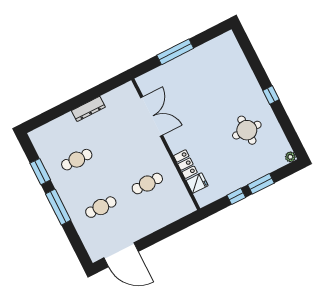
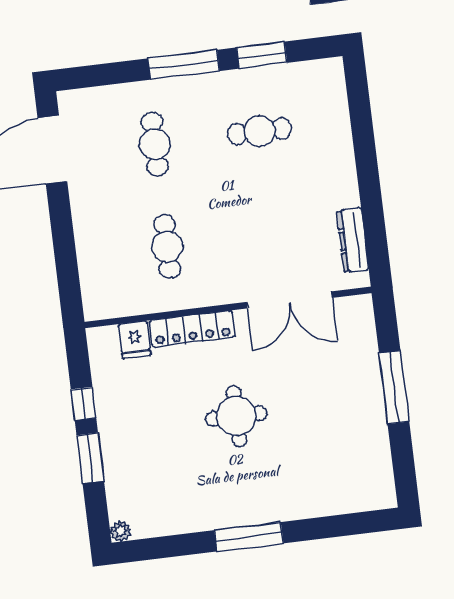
window: (271, 95) -> (249, 537), width x2.17
dresser: (88, 109) -> (353, 240), moved
round table: (247, 130) -> (236, 416), moved
cafe table: (77, 160) -> (259, 131), turned 90
locker: (185, 164) -> (192, 329), width x1.53

